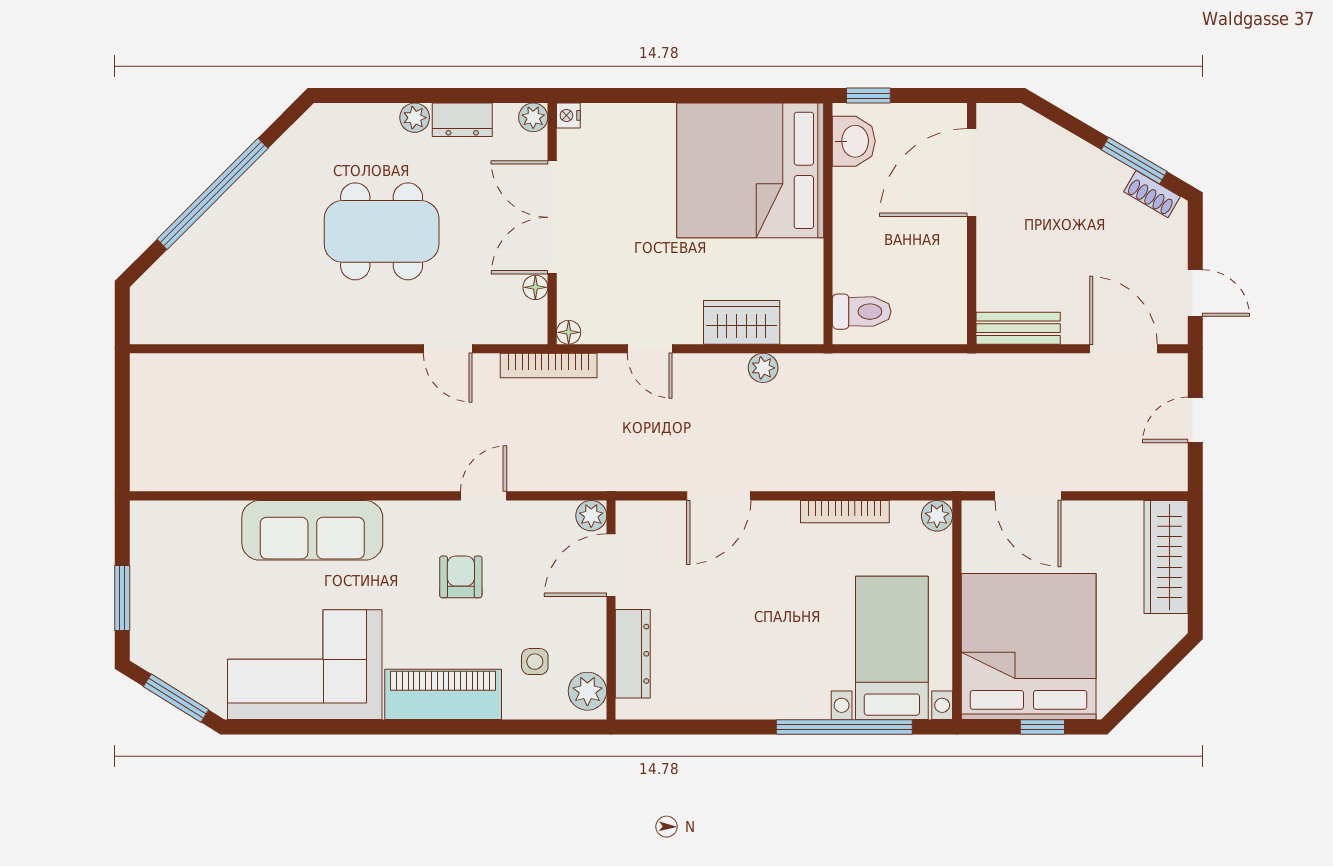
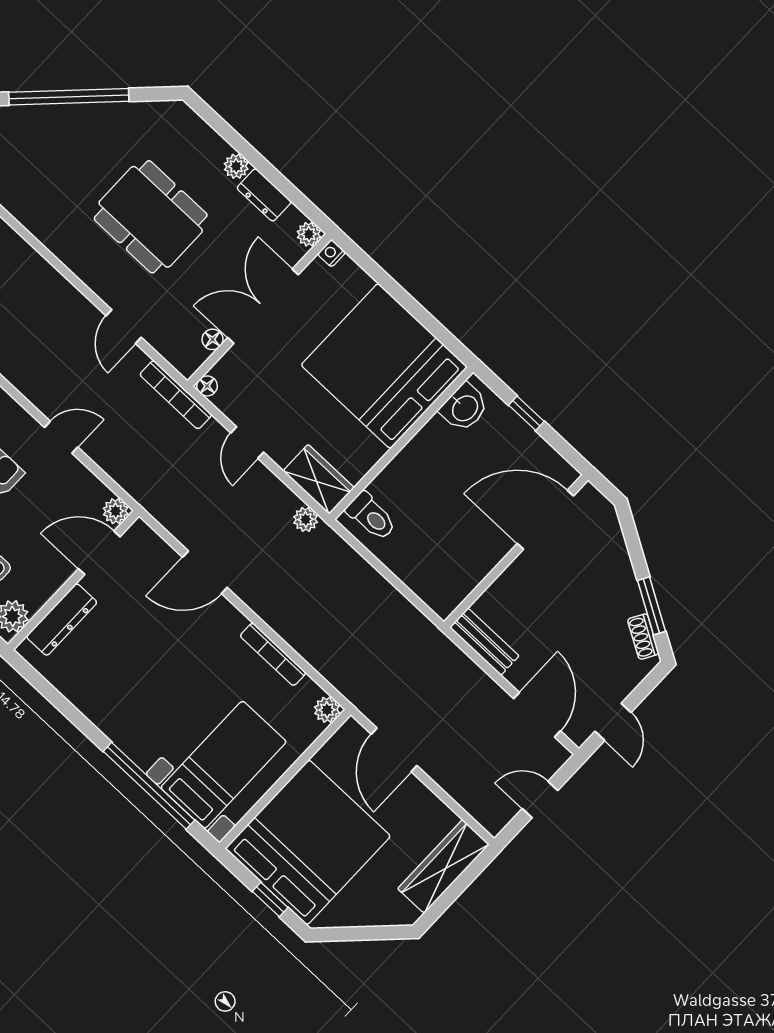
washbasin: (854, 141) -> (464, 408), moved
bed: (750, 170) -> (384, 366), moved
wall: (828, 224) -> (401, 443), moved
toilet: (862, 312) -> (371, 516), moved

